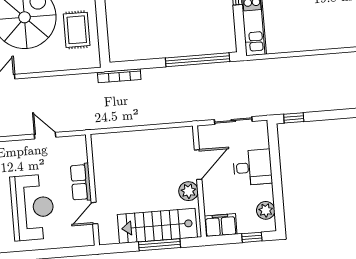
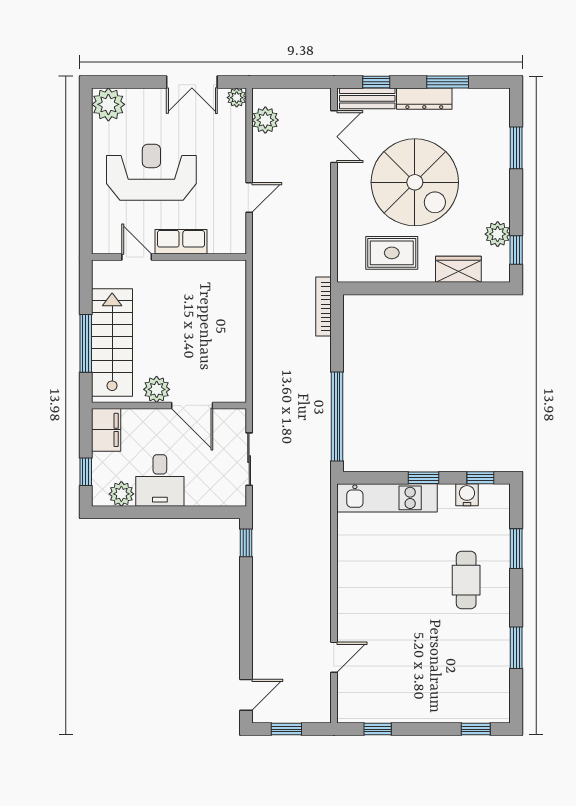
desk: (253, 167) -> (160, 480), moved
reception desk: (33, 207) -> (151, 172), turned 180

